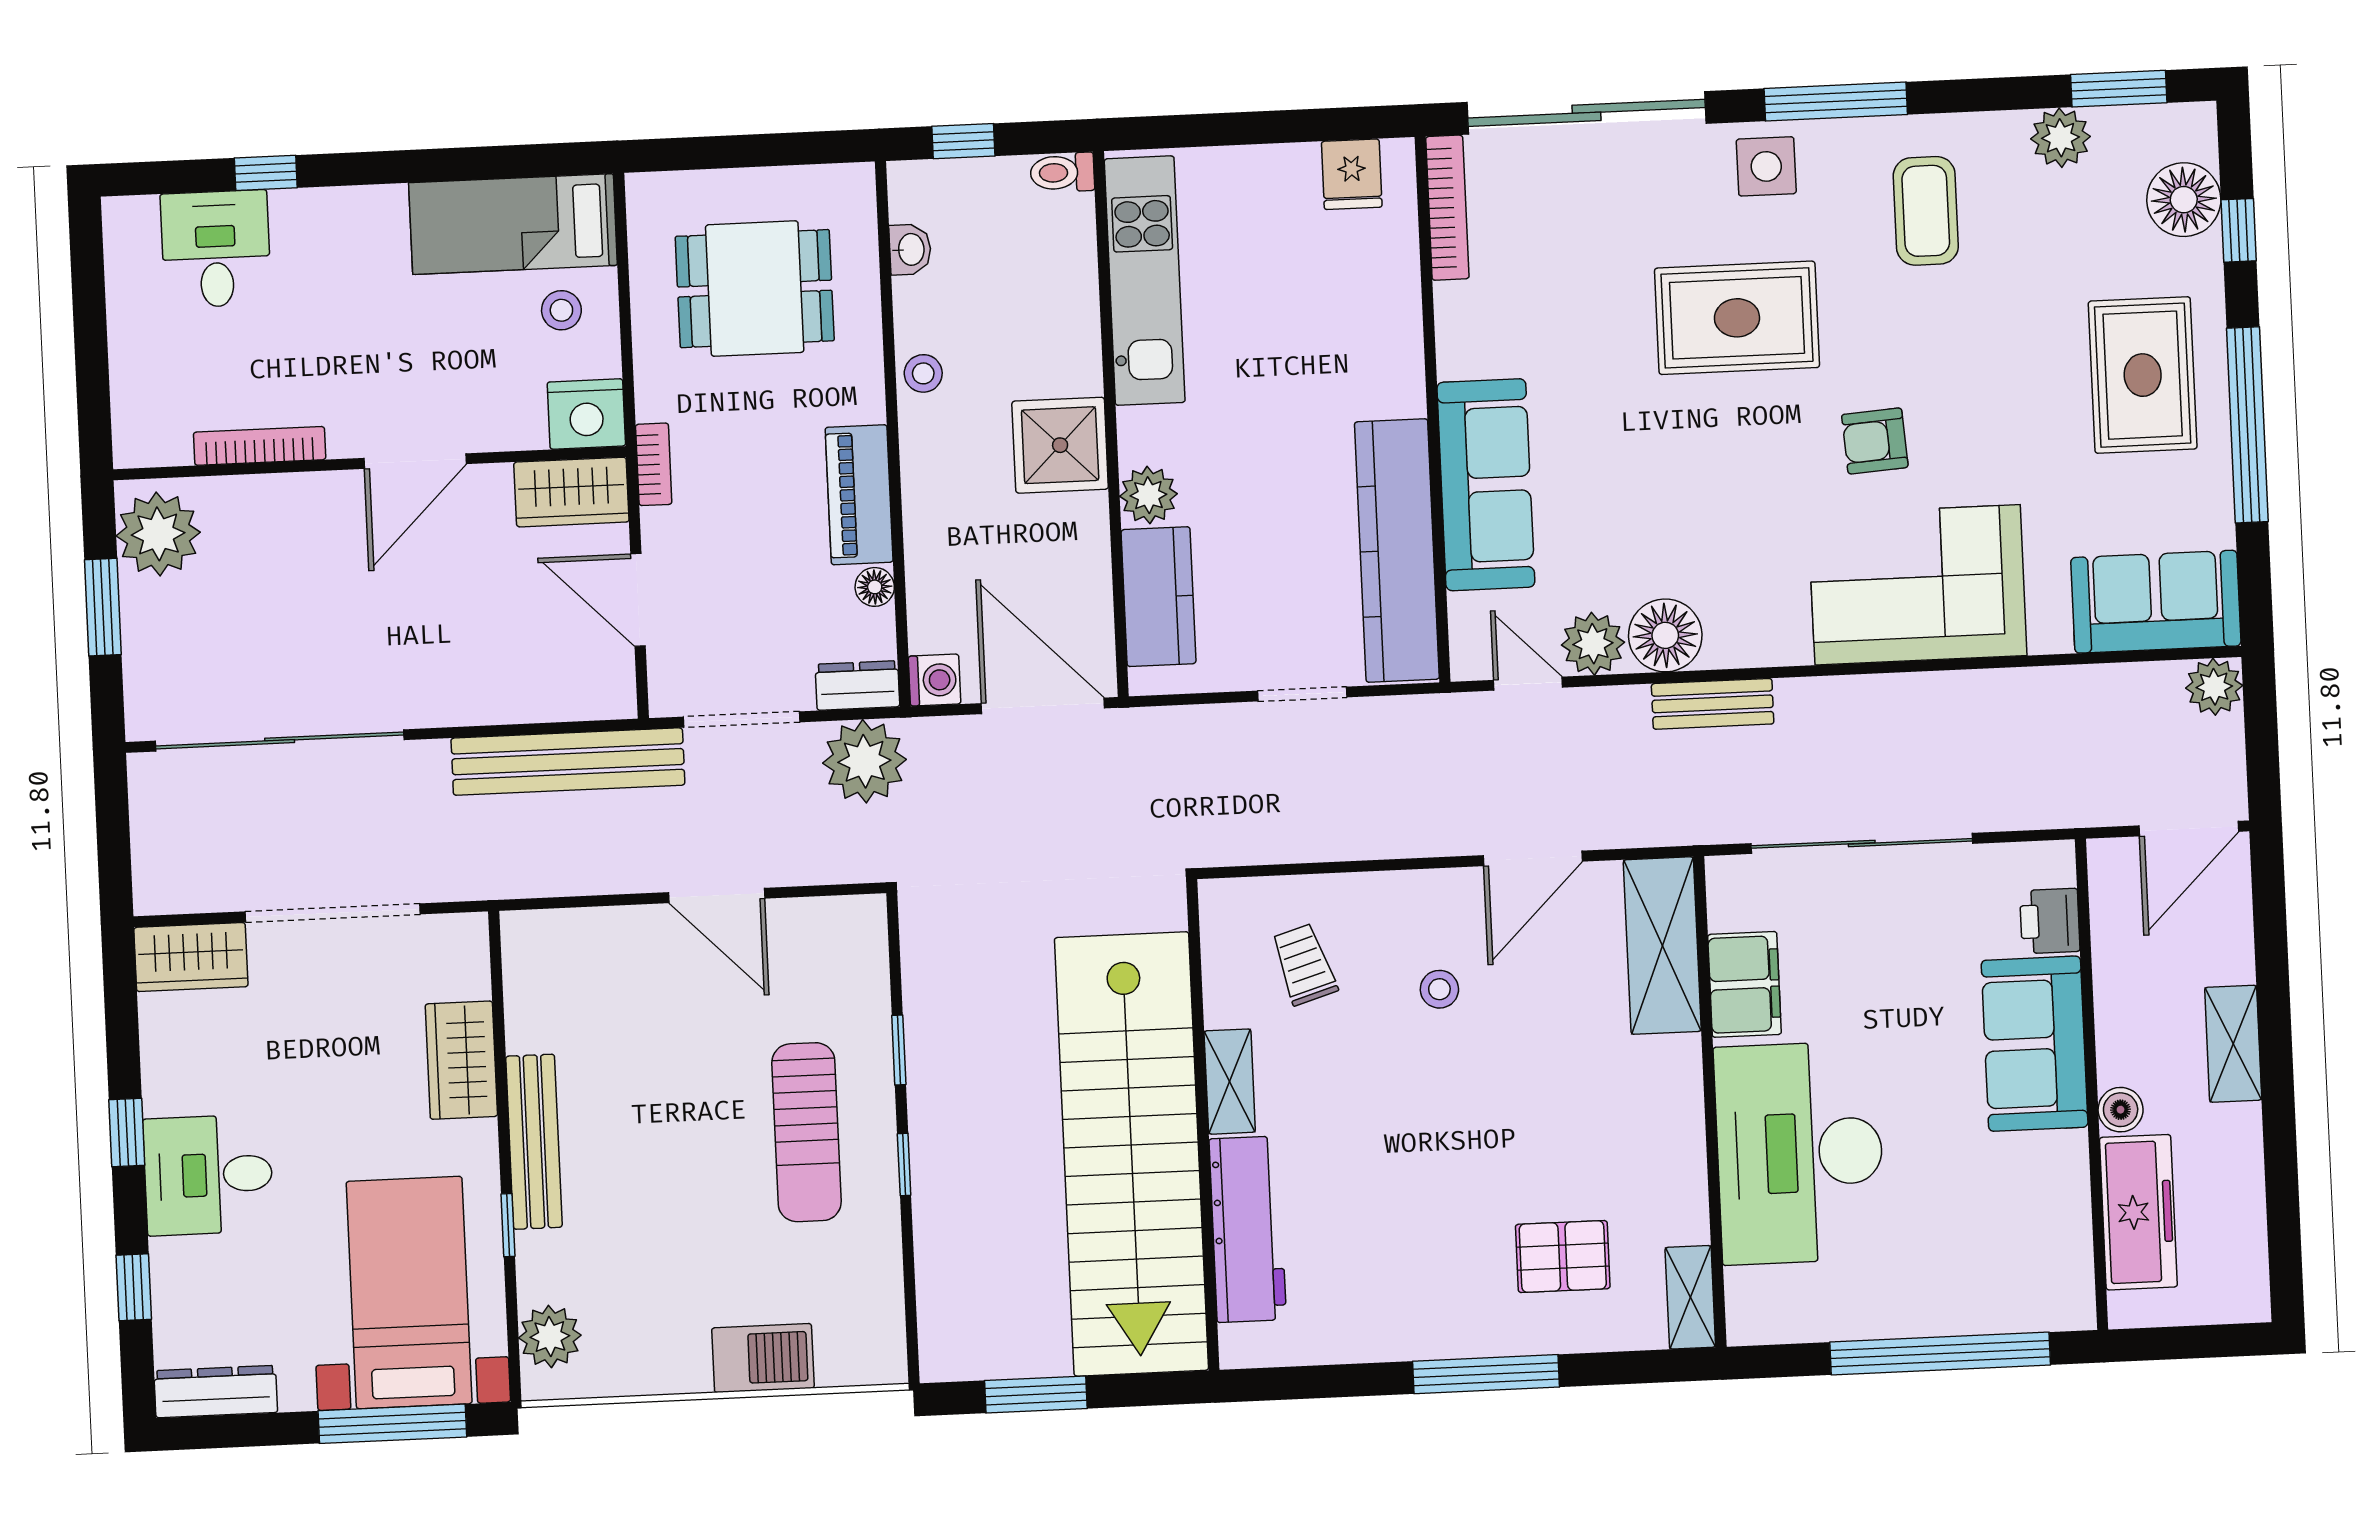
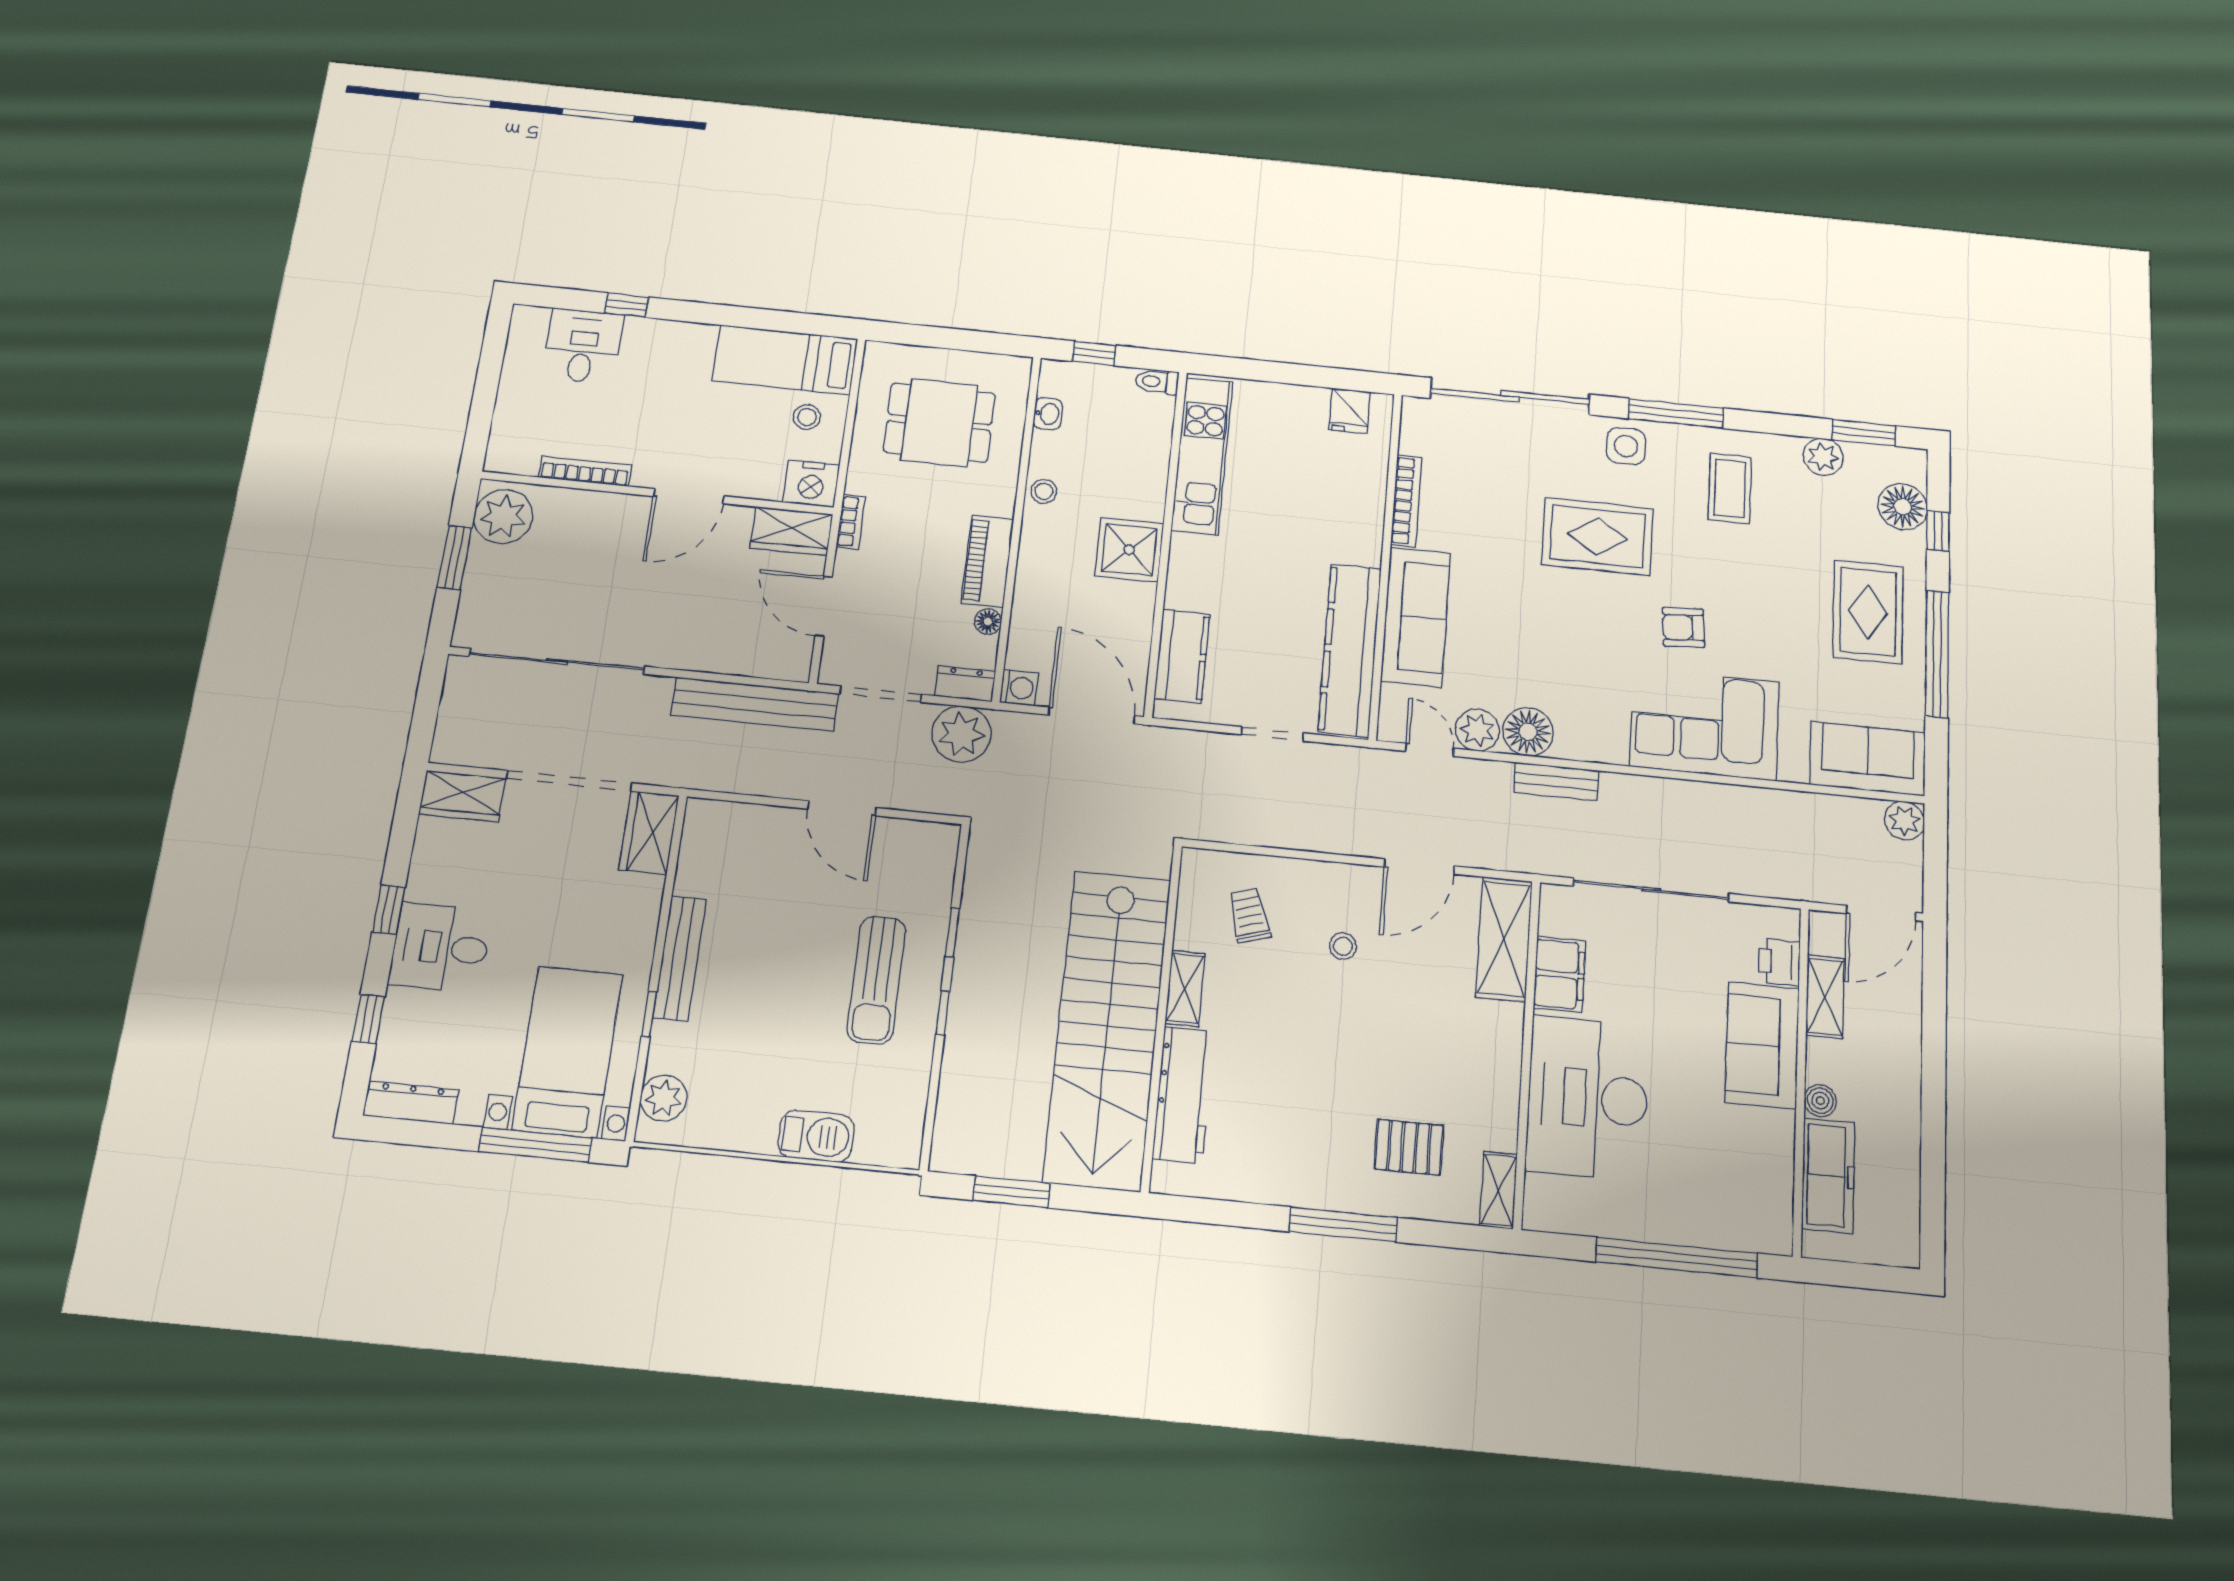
bookcase: (1447, 208) -> (1406, 501), moved
plant: (1148, 495) -> (1185, 590), removed
shelving: (2233, 1044) -> (1825, 997), moved
wardrobe: (461, 1060) -> (649, 833), moved

